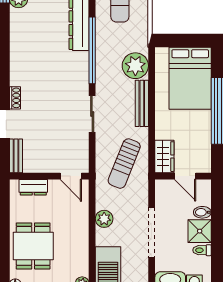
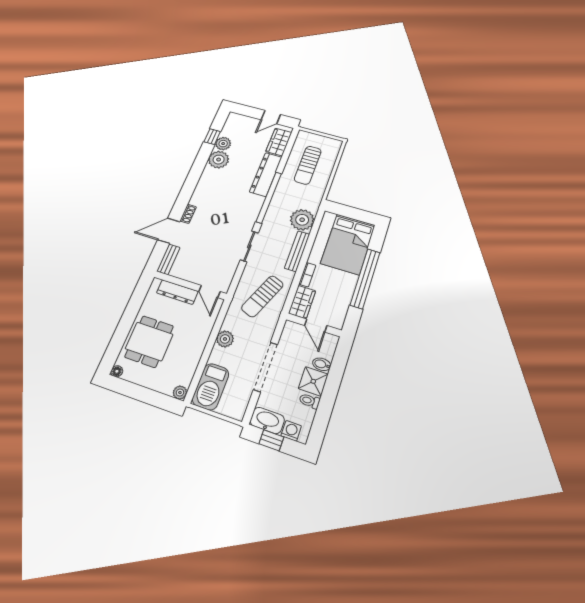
plant: (21, 21) -> (219, 160), added
bookcase: (160, 126) -> (307, 275), added
dresser: (33, 187) -> (177, 292), width x1.44

